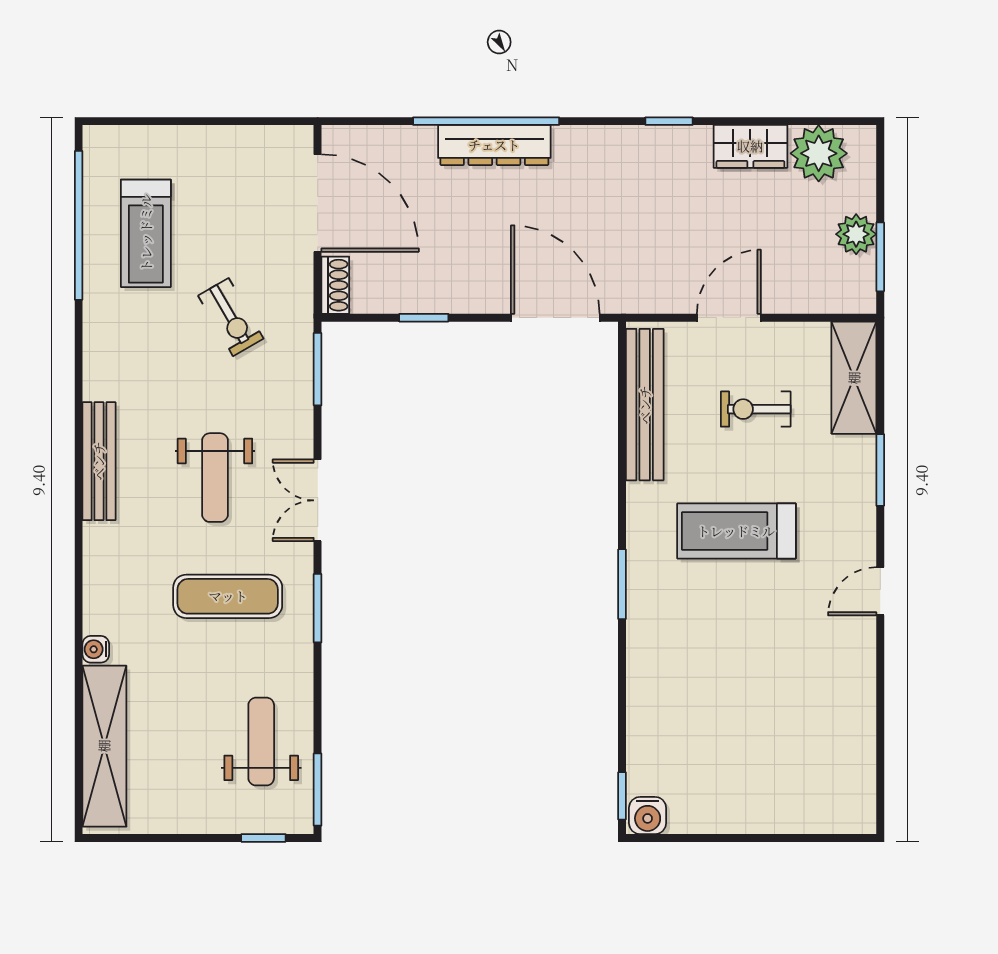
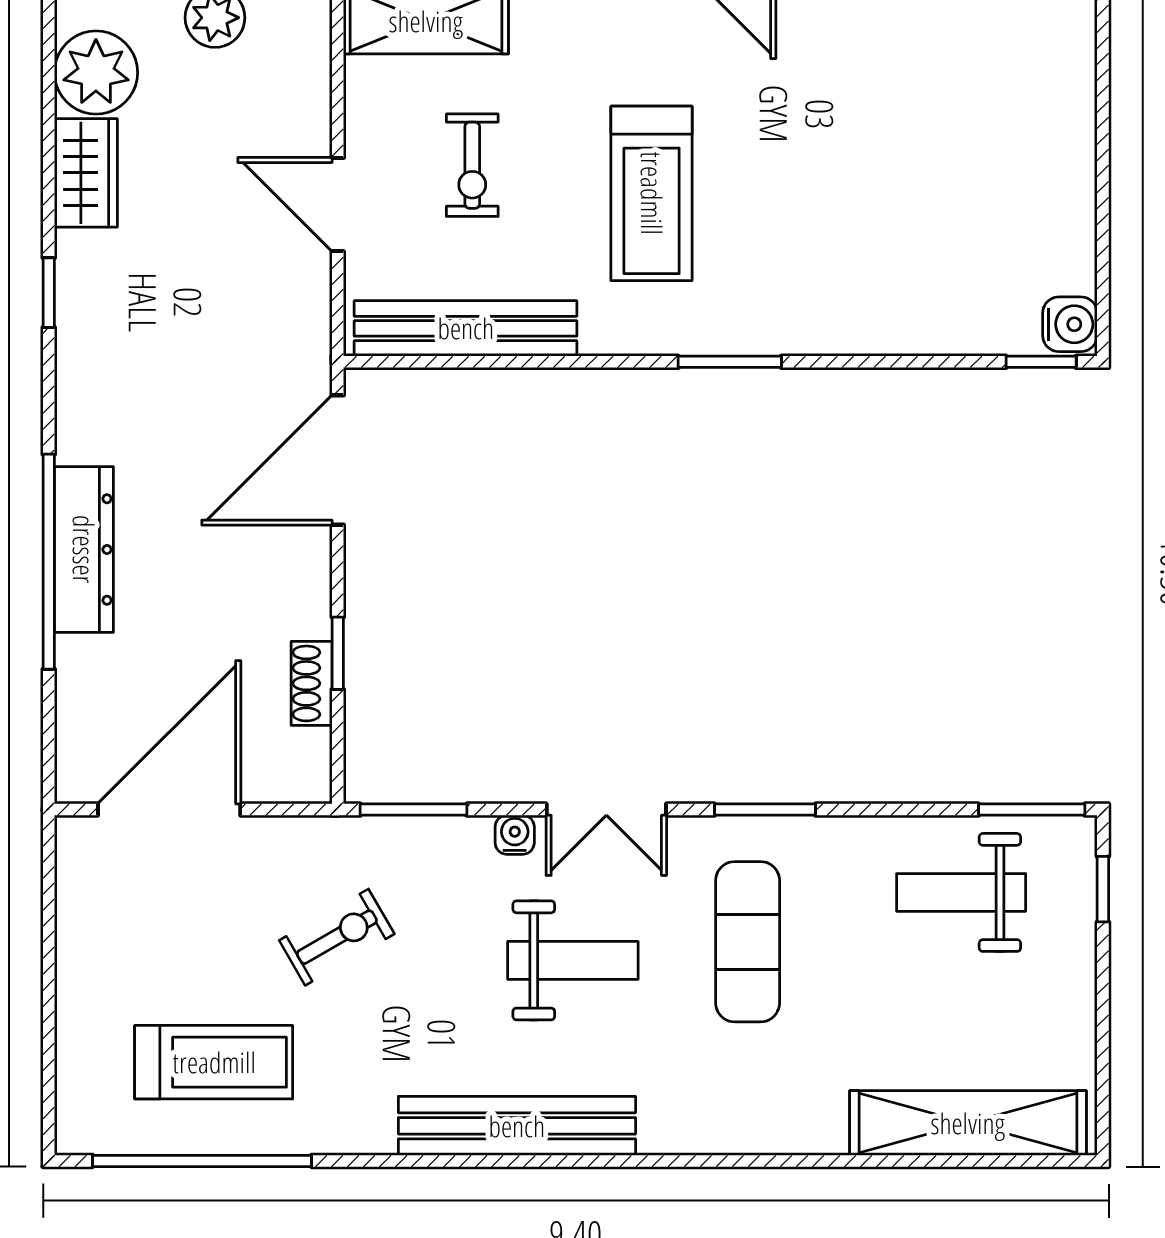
shoe rack: (335, 285) -> (312, 683), moved, turned -90
bench: (99, 461) -> (517, 1126), width x1.37, depth x1.21
water cooler: (96, 649) -> (515, 835), moved, turned 180

